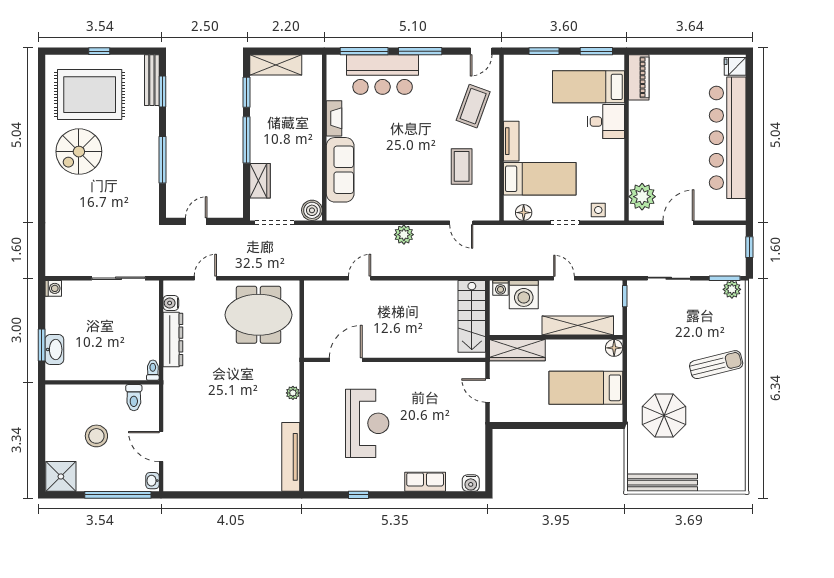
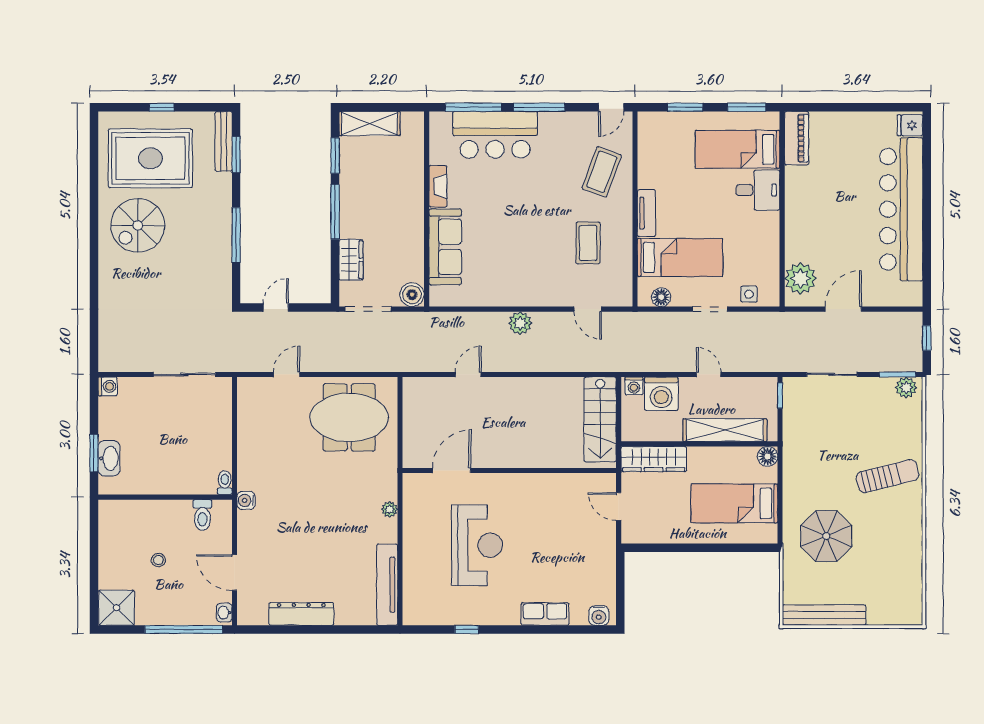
water cooler: (171, 303) -> (246, 500), moved
dresser: (173, 339) -> (301, 614), moved, turned -90
stool: (96, 436) -> (158, 560), width x0.53, depth x0.53

